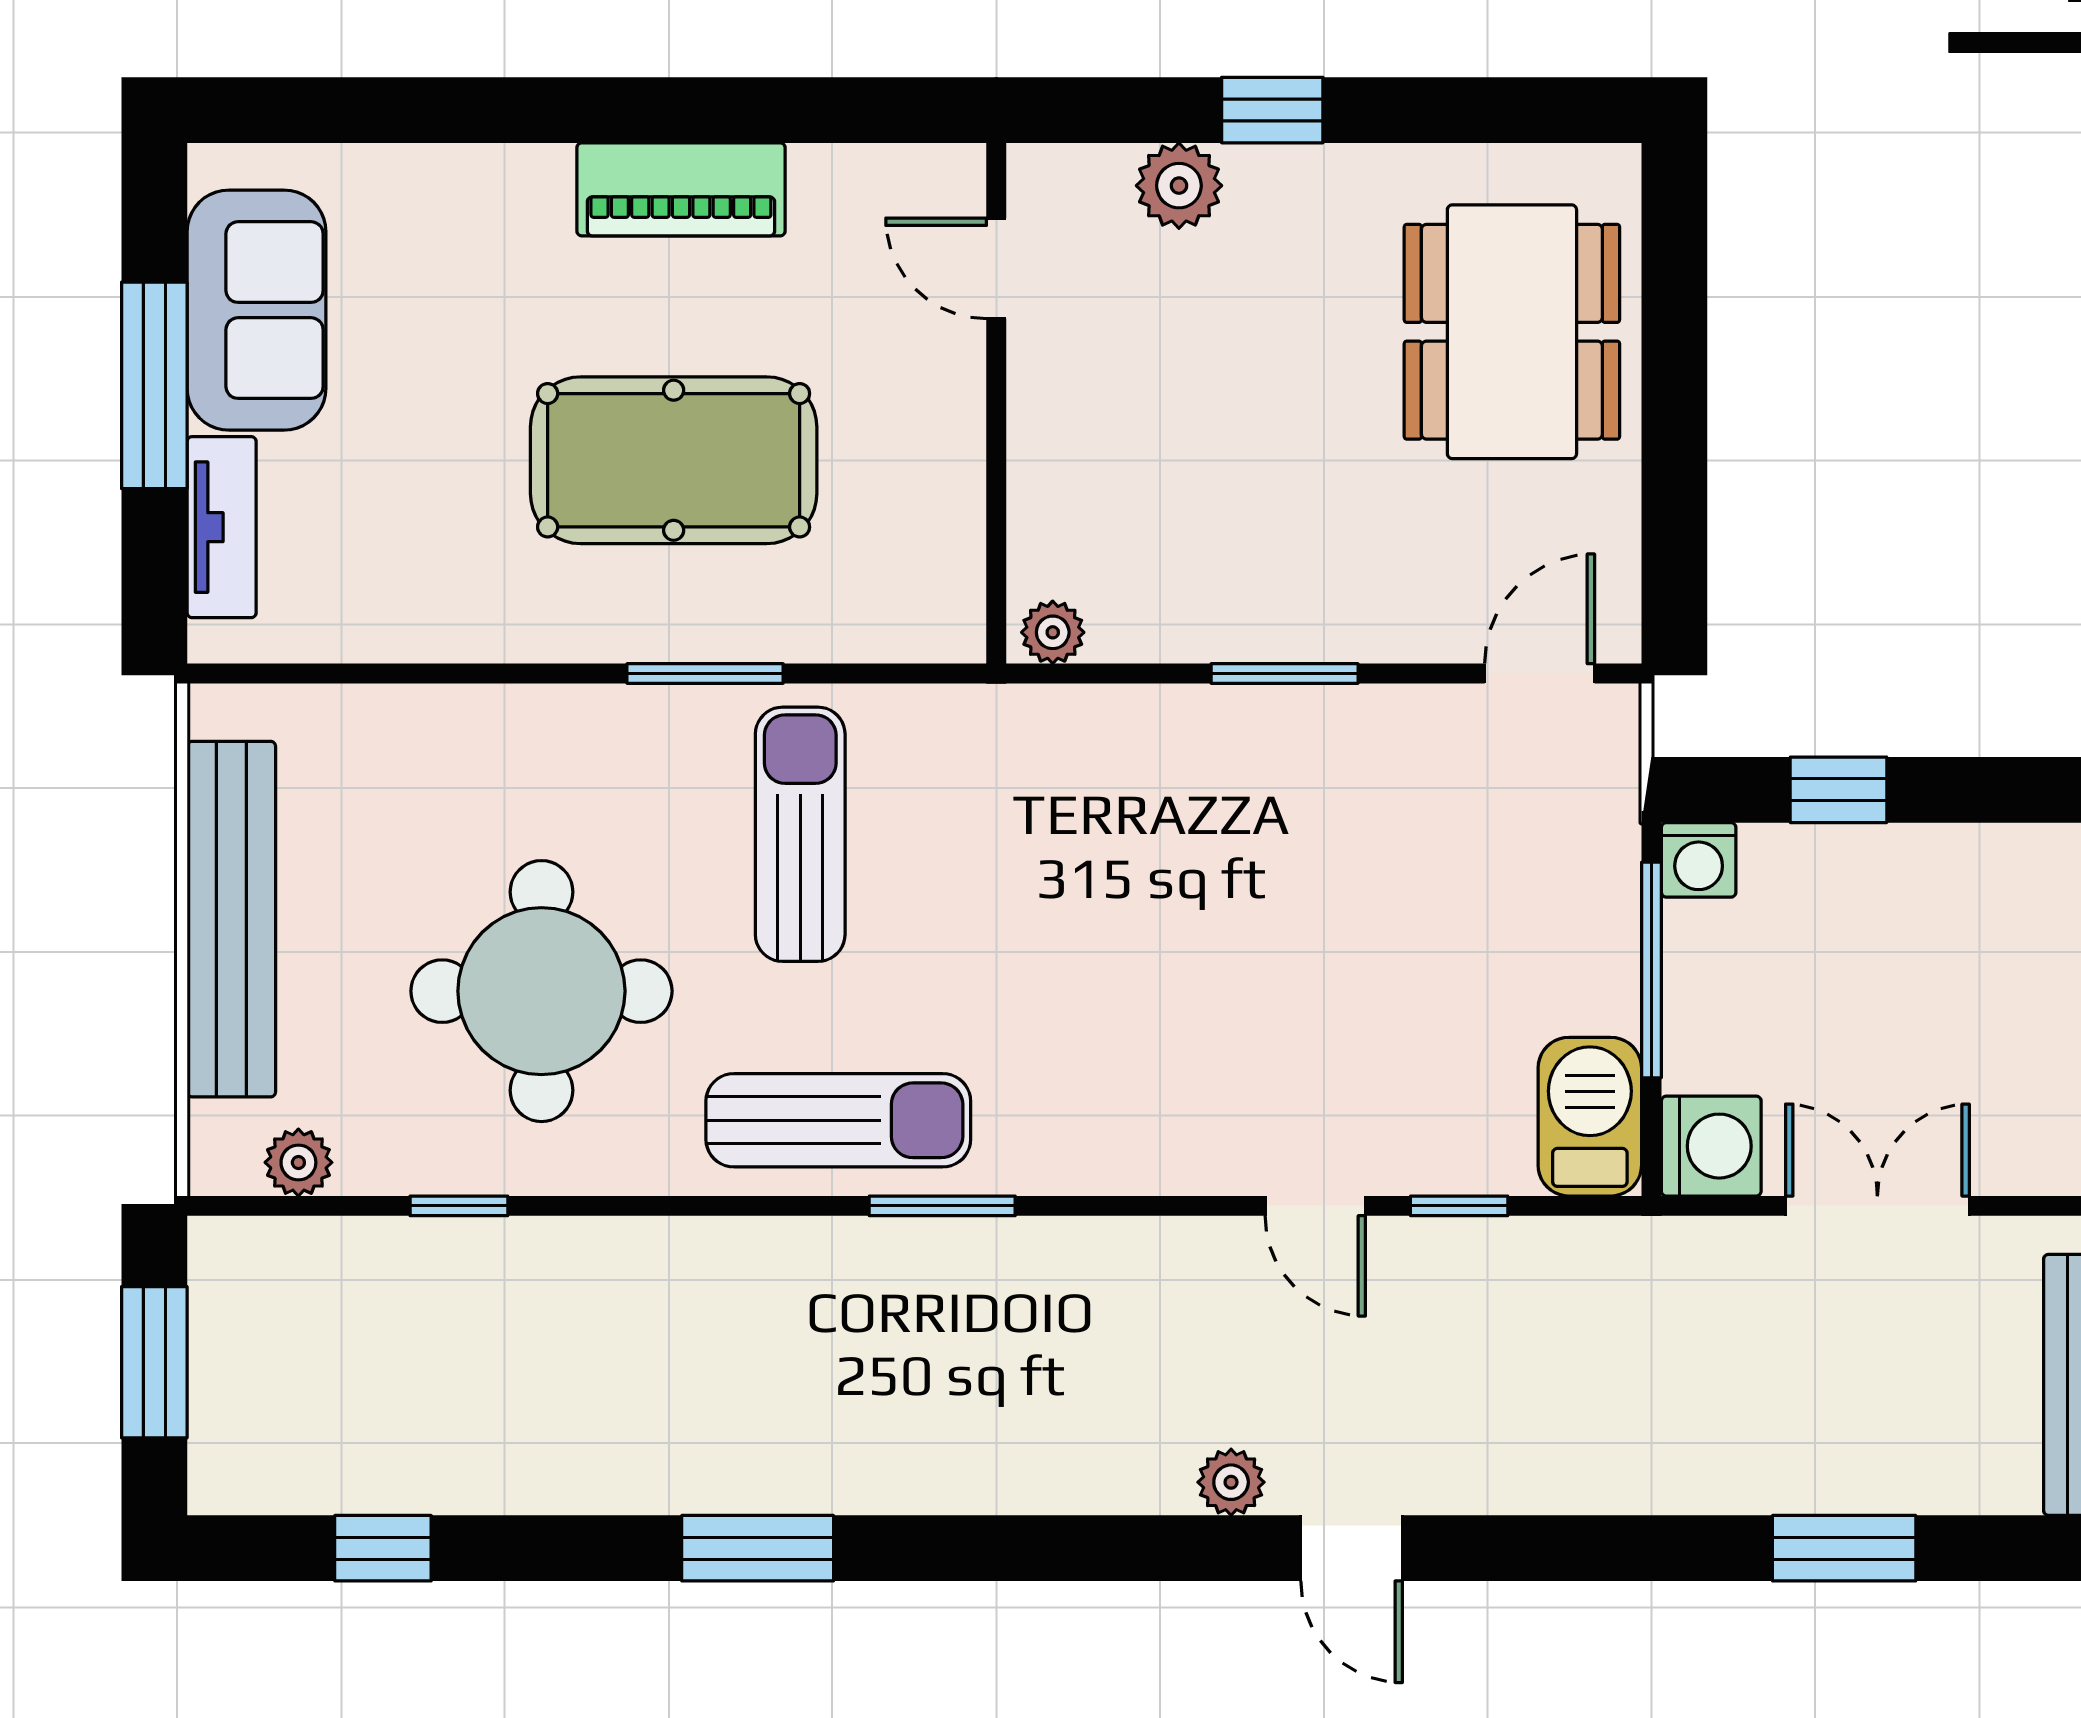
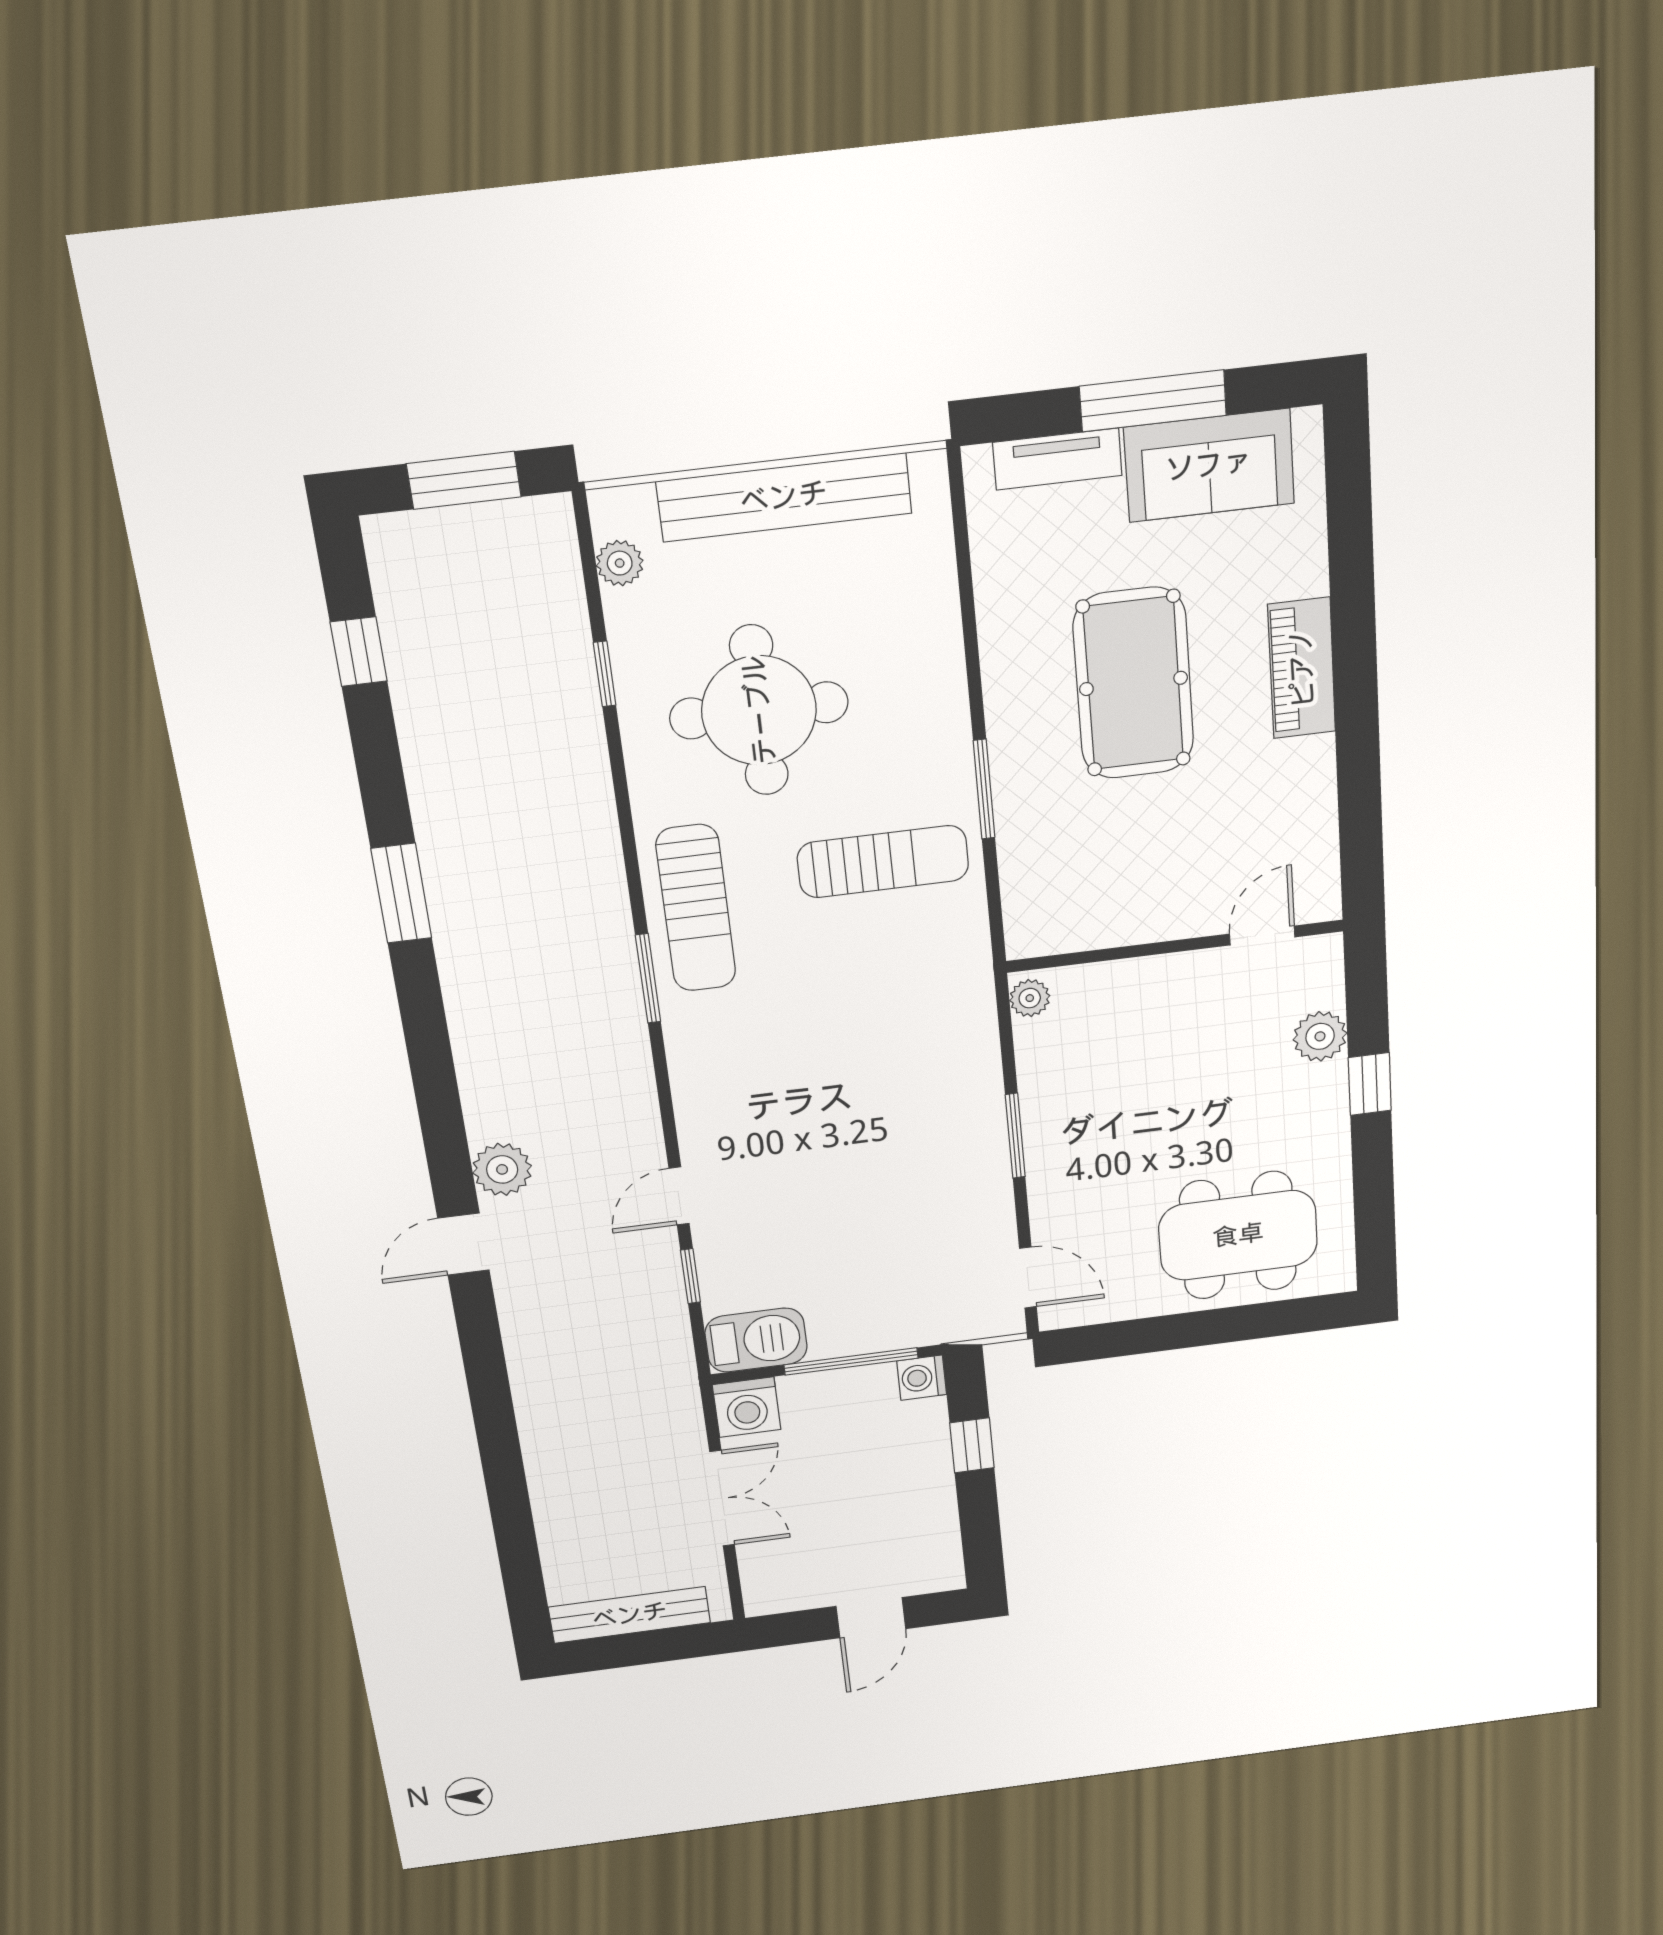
piano: (681, 189) -> (1302, 668), moved
pool table: (674, 460) -> (1134, 683), moved
plant: (1231, 1482) -> (502, 1169), width x1.38, depth x1.38
window: (1844, 1548) -> (510, 1509), removed

